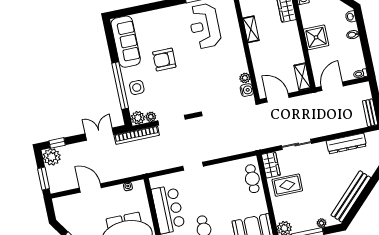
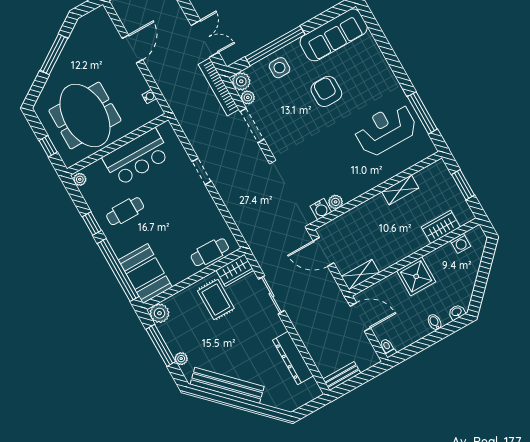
door: (278, 98) -> (323, 252), swing flipped

